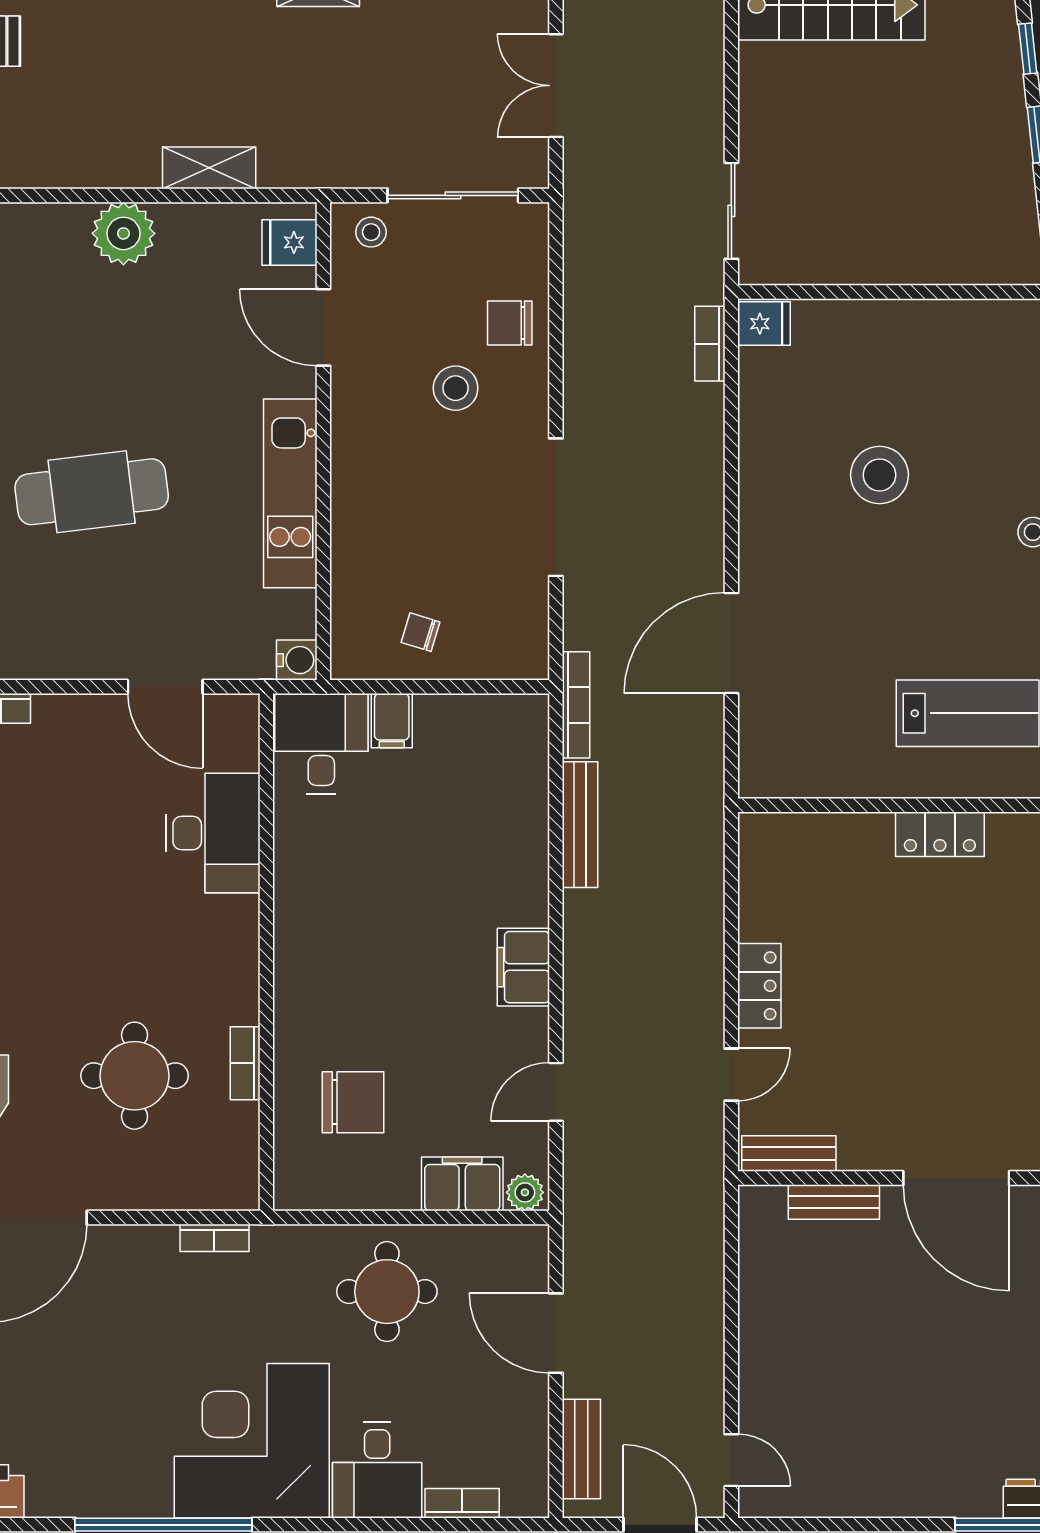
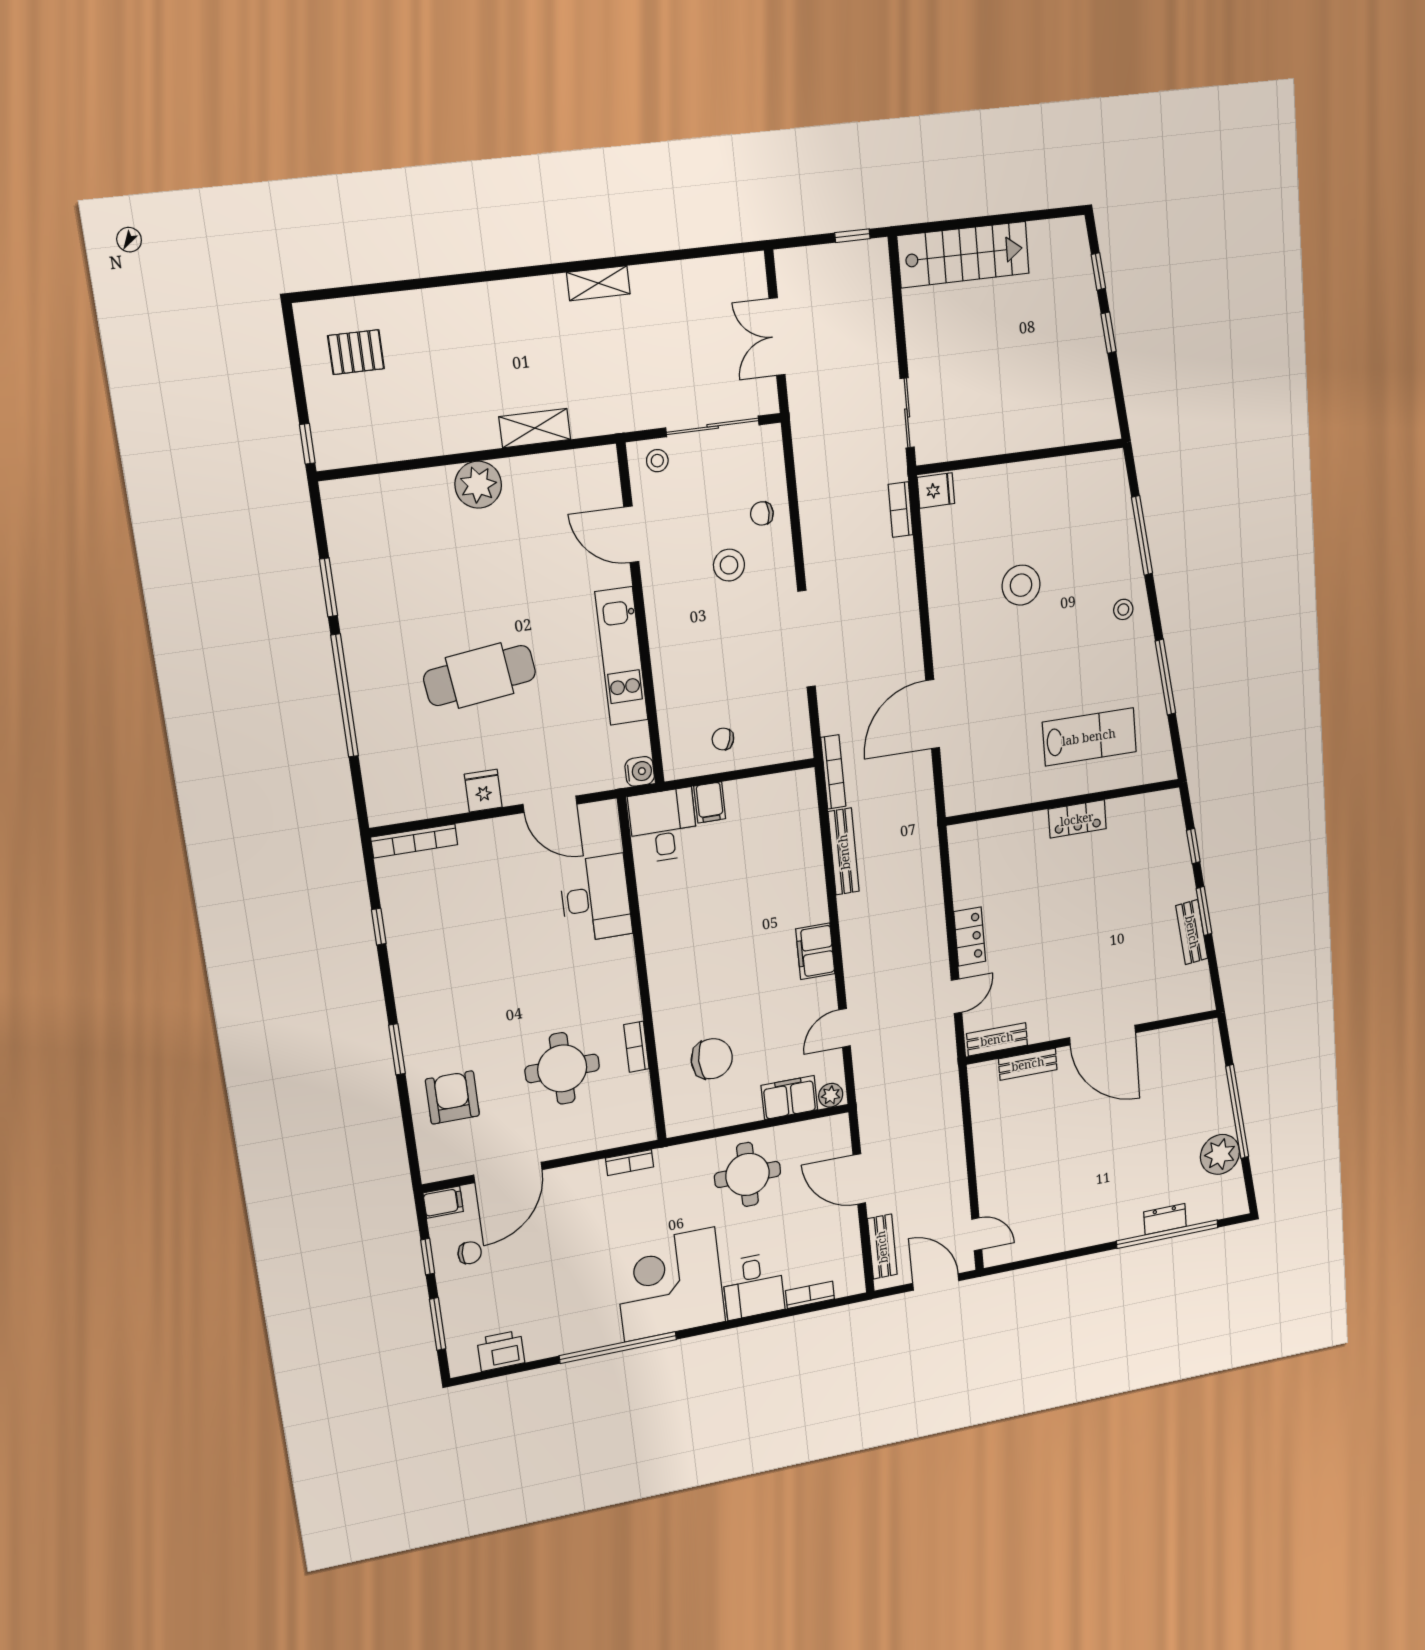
fridge: (289, 242) -> (483, 791), moved, turned 90
chair: (510, 323) -> (762, 513), width x0.73, depth x0.73

